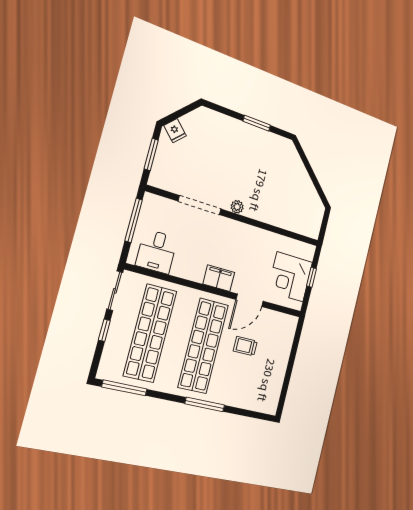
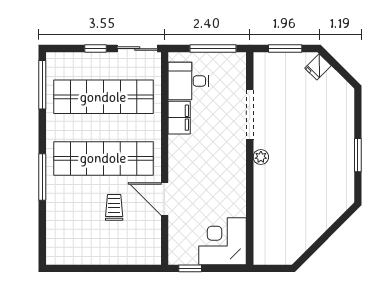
corner desk: (290, 277) -> (223, 241), moved
window: (311, 277) -> (190, 268), moved
filing cabinet: (219, 278) -> (179, 118), moved

